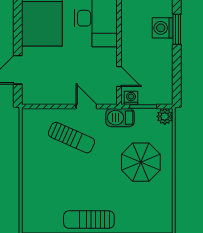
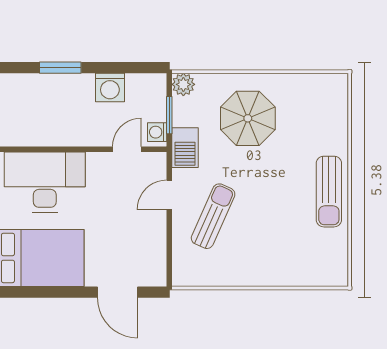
washing machine: (163, 28) -> (110, 87), moved

